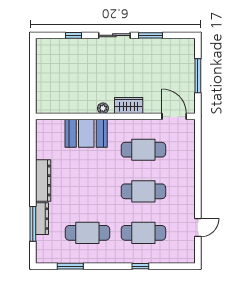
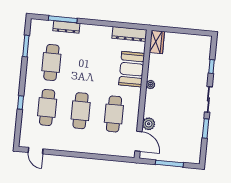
wardrobe: (129, 105) -> (157, 42), moved
plant: (151, 106) -> (149, 124), added
door: (174, 116) -> (138, 141), hinge flipped
dresser: (43, 180) -> (129, 34), moved
door: (198, 227) -> (36, 151), moved

